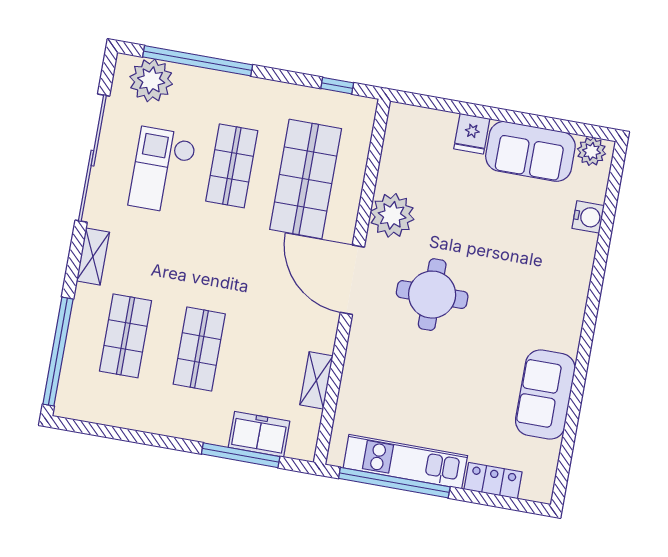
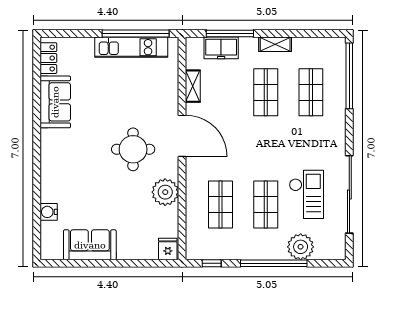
window: (198, 61) -> (274, 263), moved
plant: (151, 80) -> (301, 247), moved
fridge: (472, 134) -> (168, 249), moved
plant: (591, 151) -> (54, 251), removed
shop shelf: (306, 179) -> (221, 205), width x0.70, depth x0.74
shelving: (93, 257) -> (275, 44), moved, turned 90
door: (352, 280) -> (182, 136), moved
locker: (493, 481) -> (48, 58), moved, turned -90

